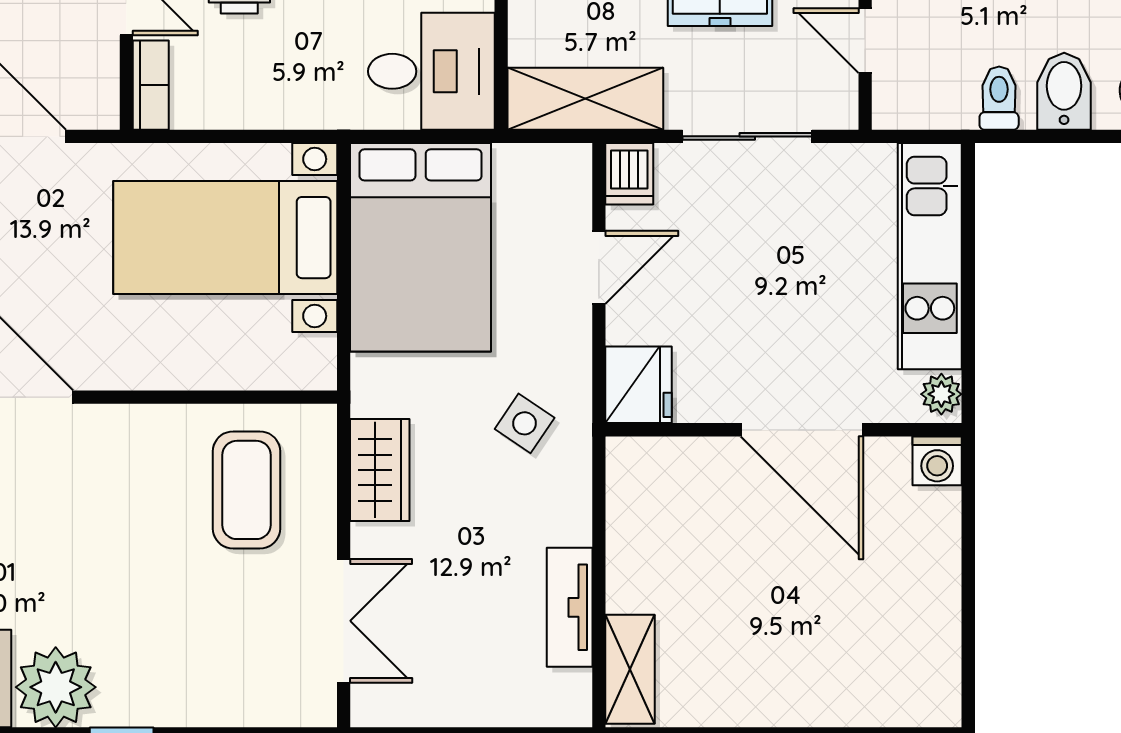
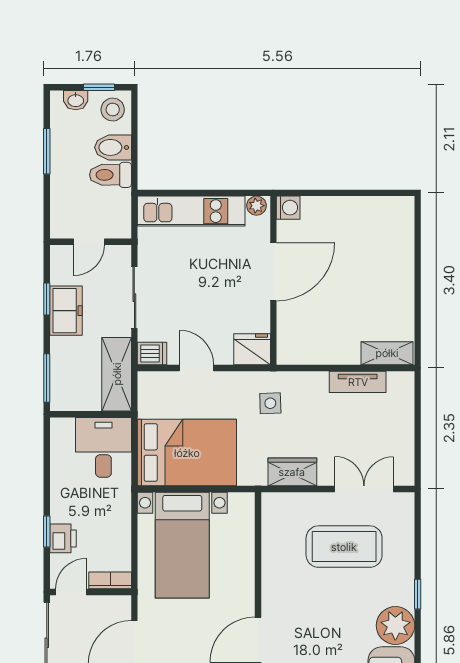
toilet: (999, 98) -> (110, 175), width x1.37, depth x1.39
side table: (525, 423) -> (270, 403), turned -36
coffee table: (246, 490) -> (344, 547), moved, width x1.36, depth x1.32

